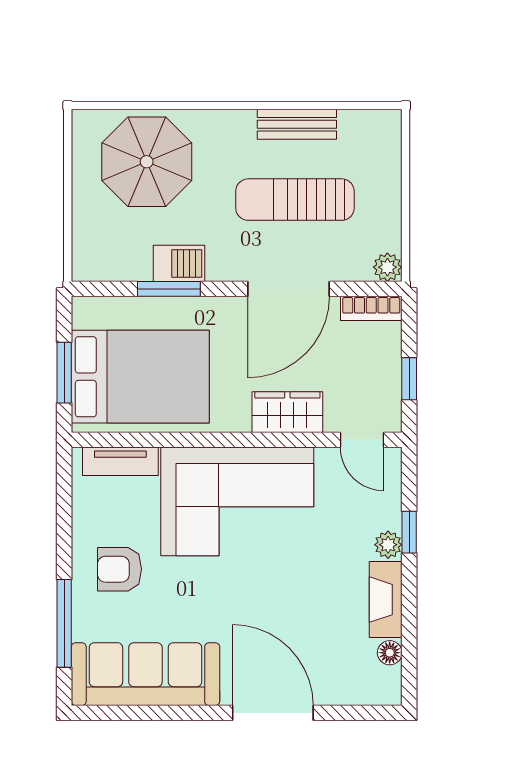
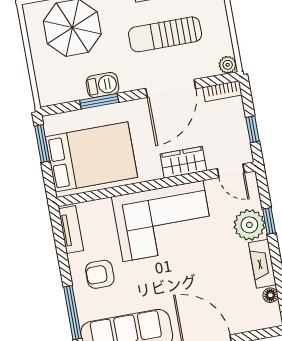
window: (64, 373) -> (42, 144), moved
tv unit: (120, 461) -> (71, 230), moved, turned -90
plant: (388, 545) -> (249, 225), width x1.87, depth x1.87

